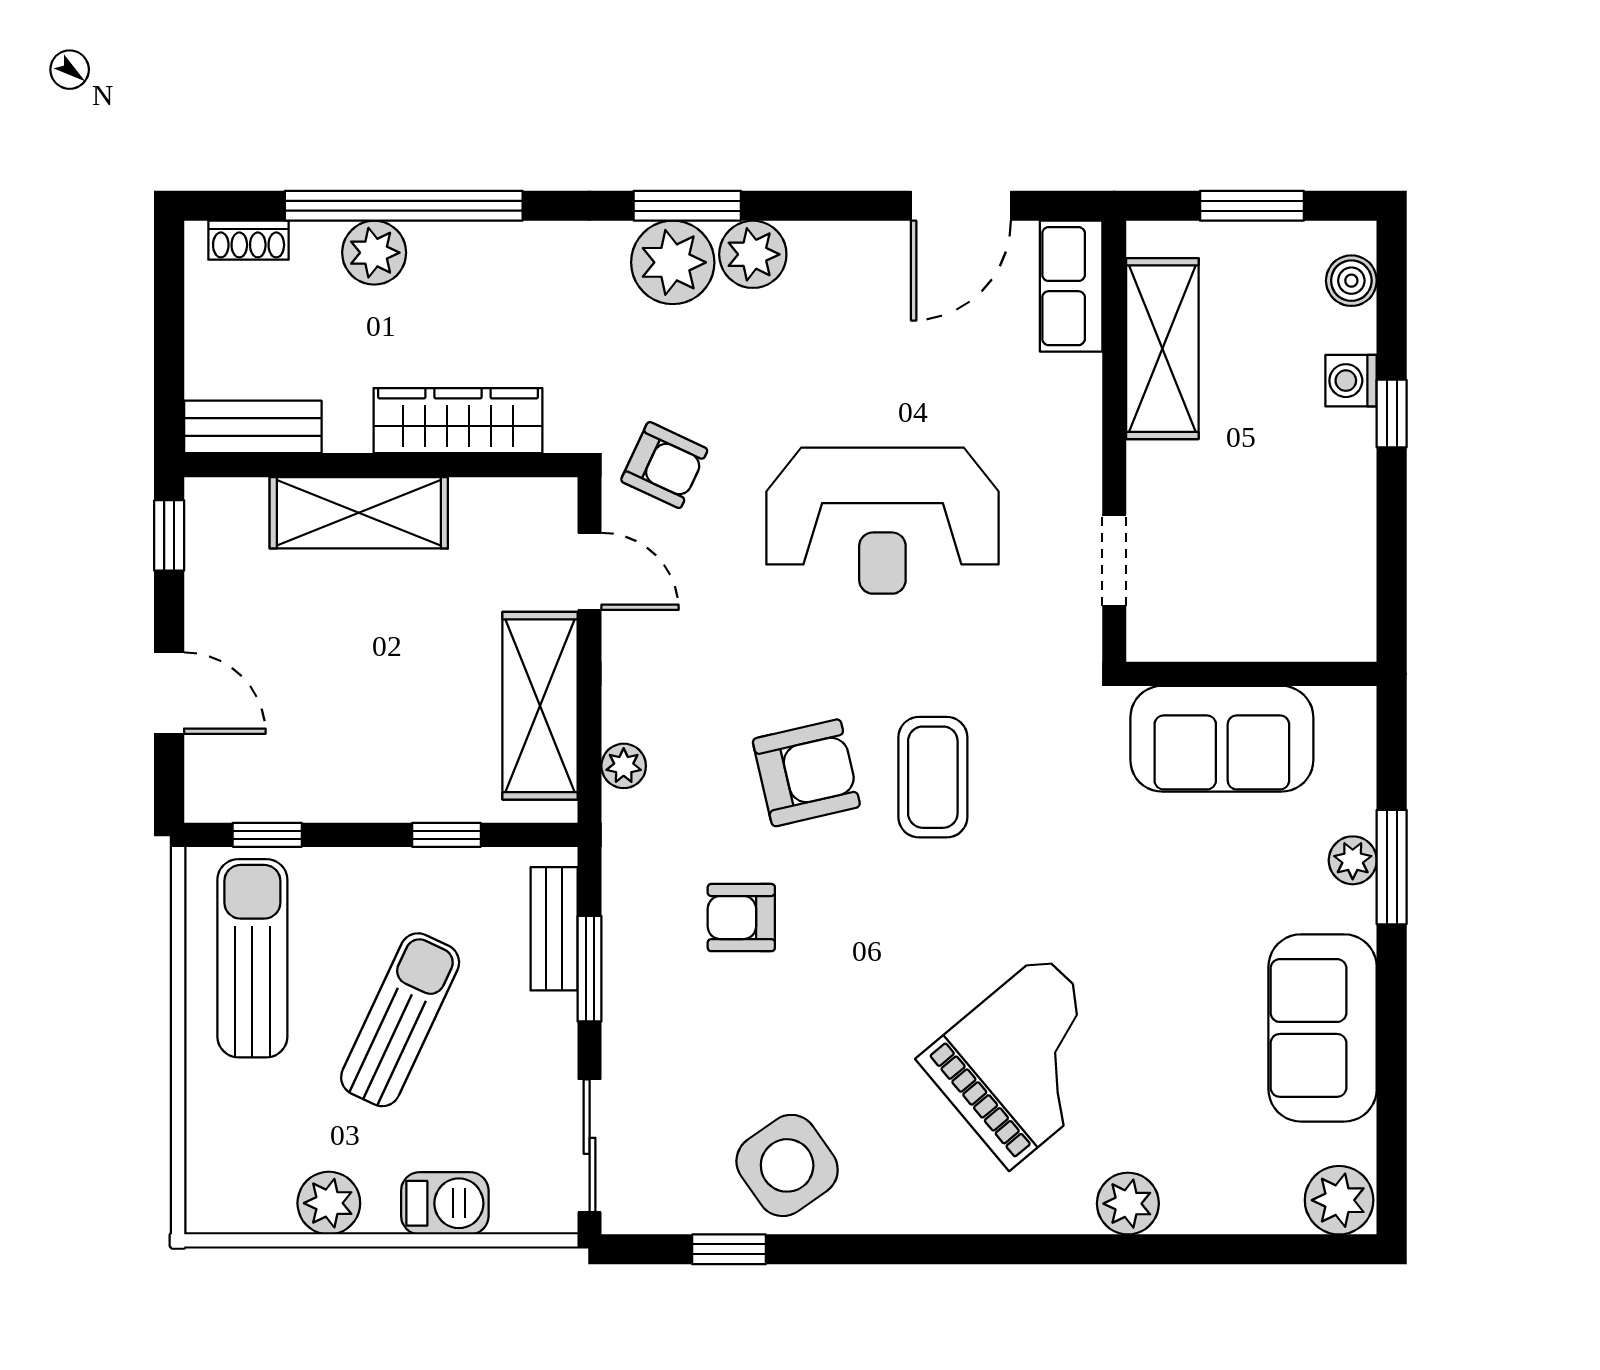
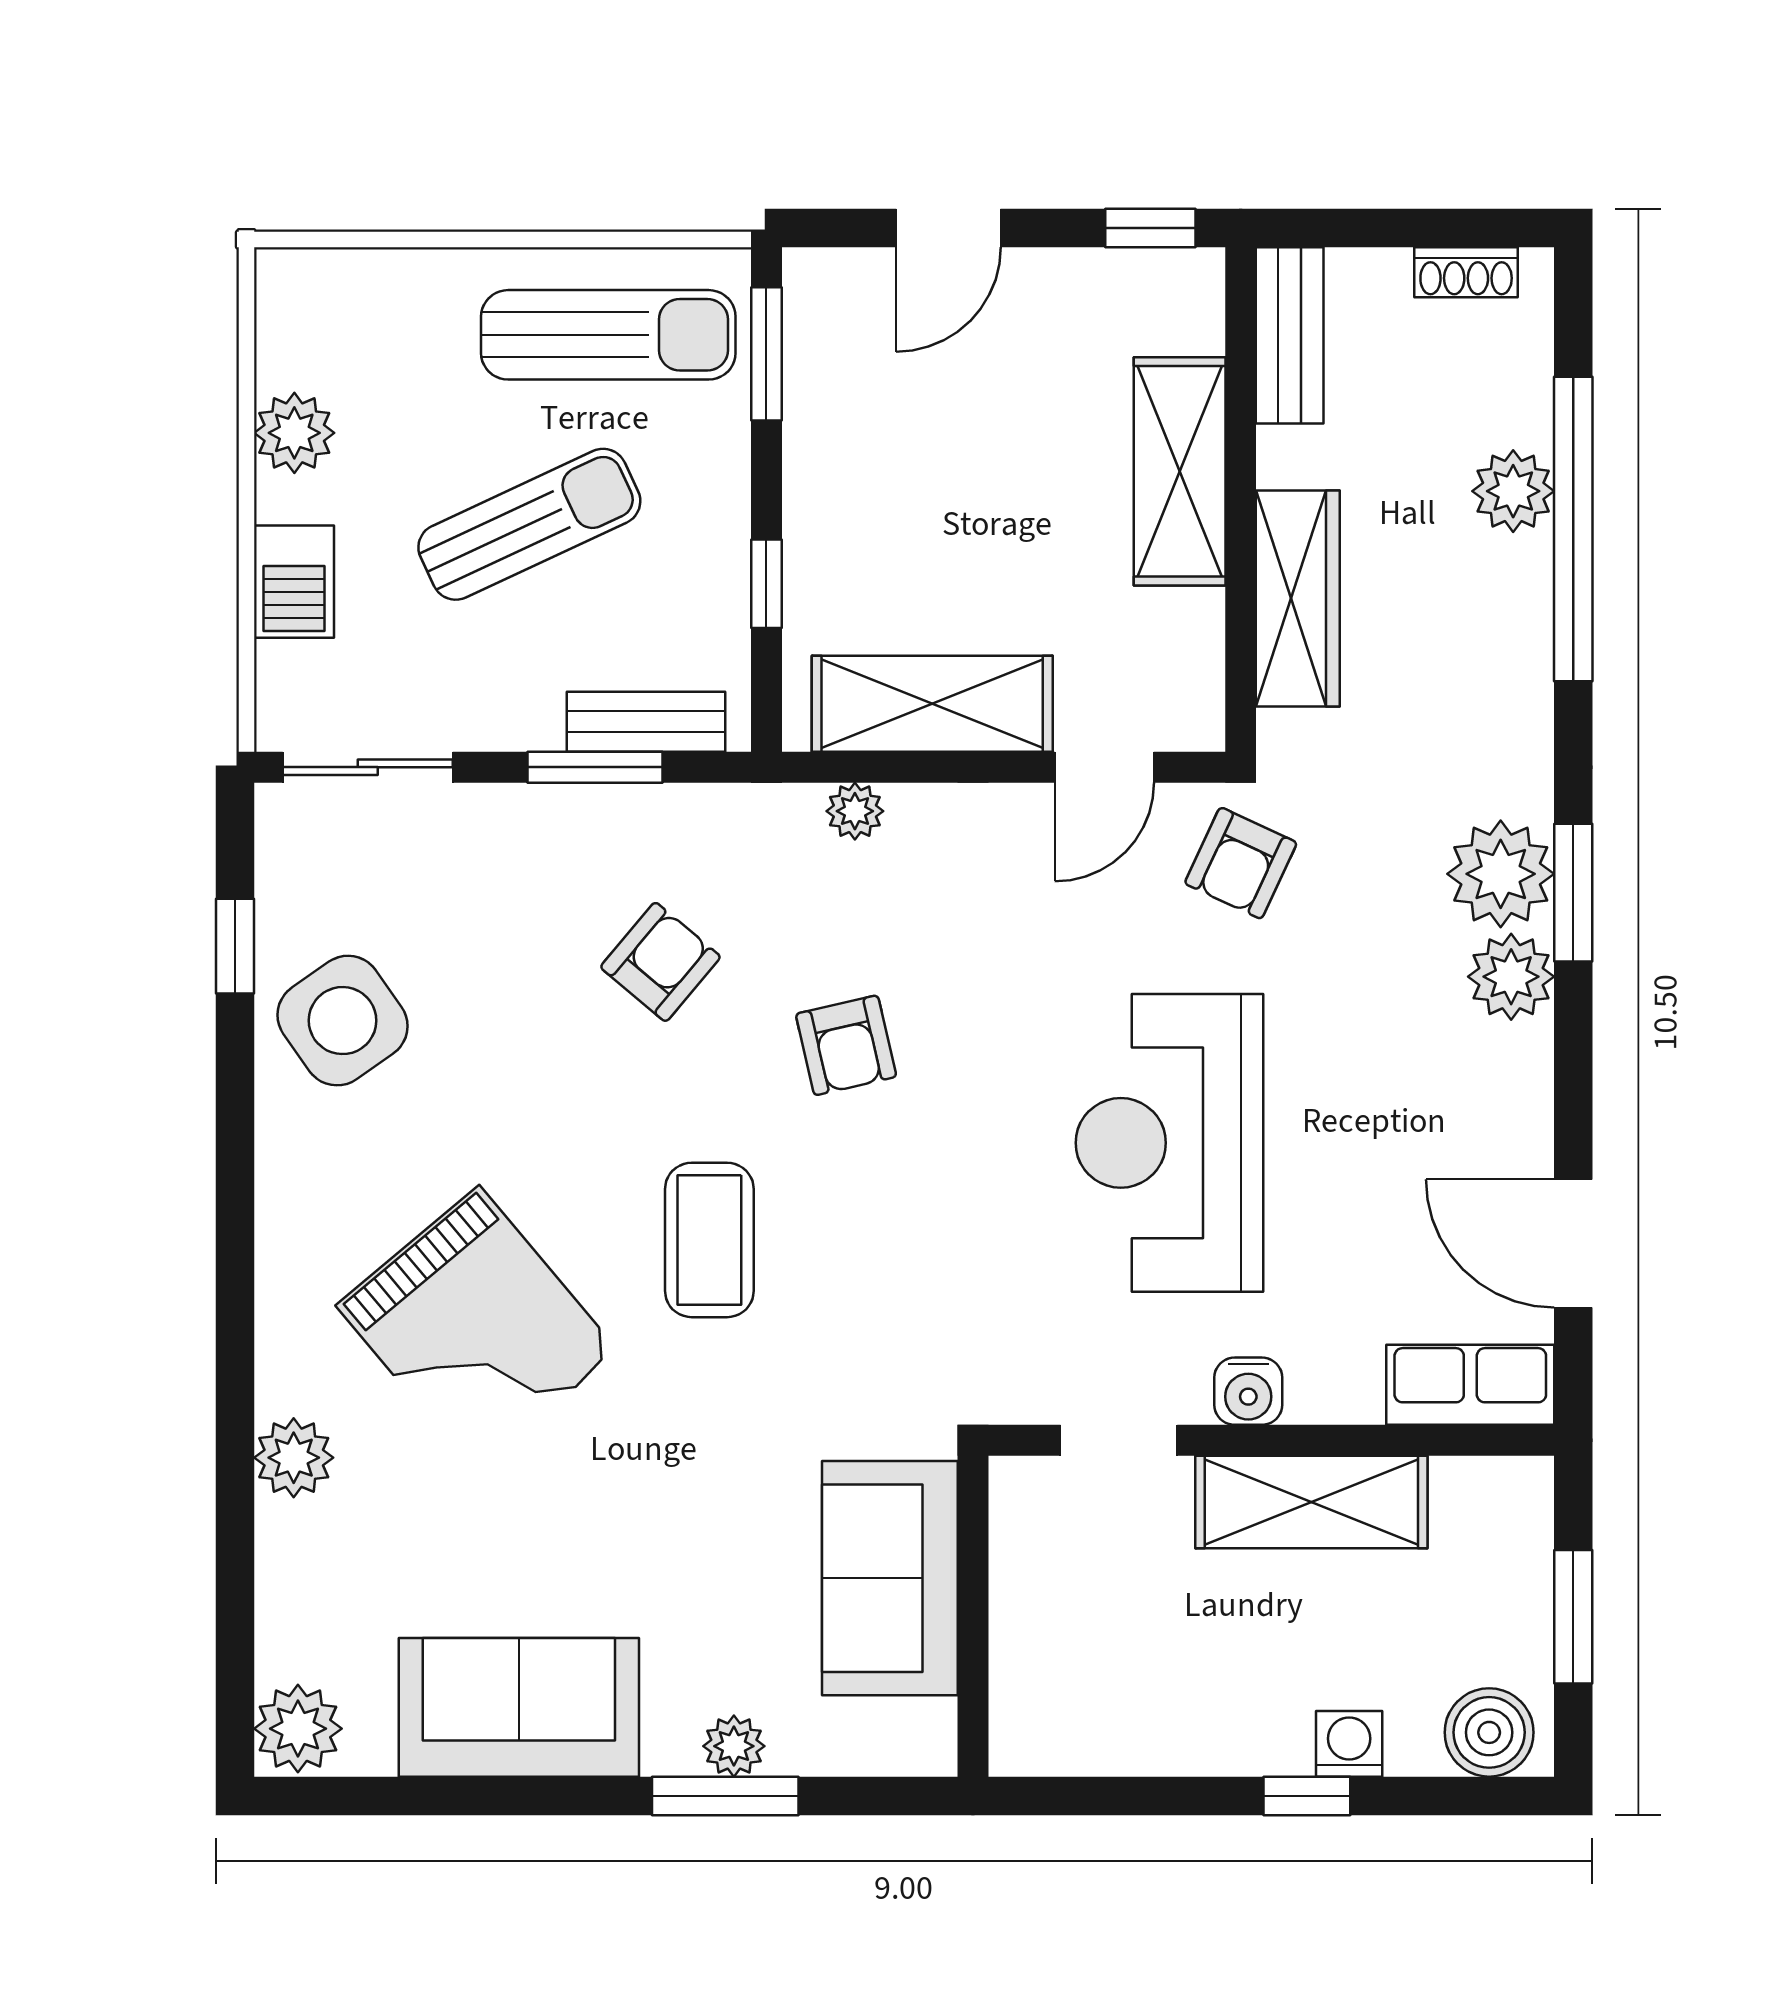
shoe rack: (249, 240) -> (1466, 272), moved, turned -90
boiler: (1351, 281) -> (1489, 1732), width x1.36, depth x1.36
shelving: (1162, 349) -> (1311, 1502), moved
water cooler: (1076, 459) -> (1248, 1391), added
armchair: (806, 773) -> (846, 1045), width x0.72, depth x0.72
coffee table: (933, 777) -> (709, 1240), moved, turned 90
window: (267, 835) -> (766, 354), width x1.50
armchair: (741, 918) -> (660, 962), turned 40
sun lounger: (400, 1020) -> (529, 524), turned -50

